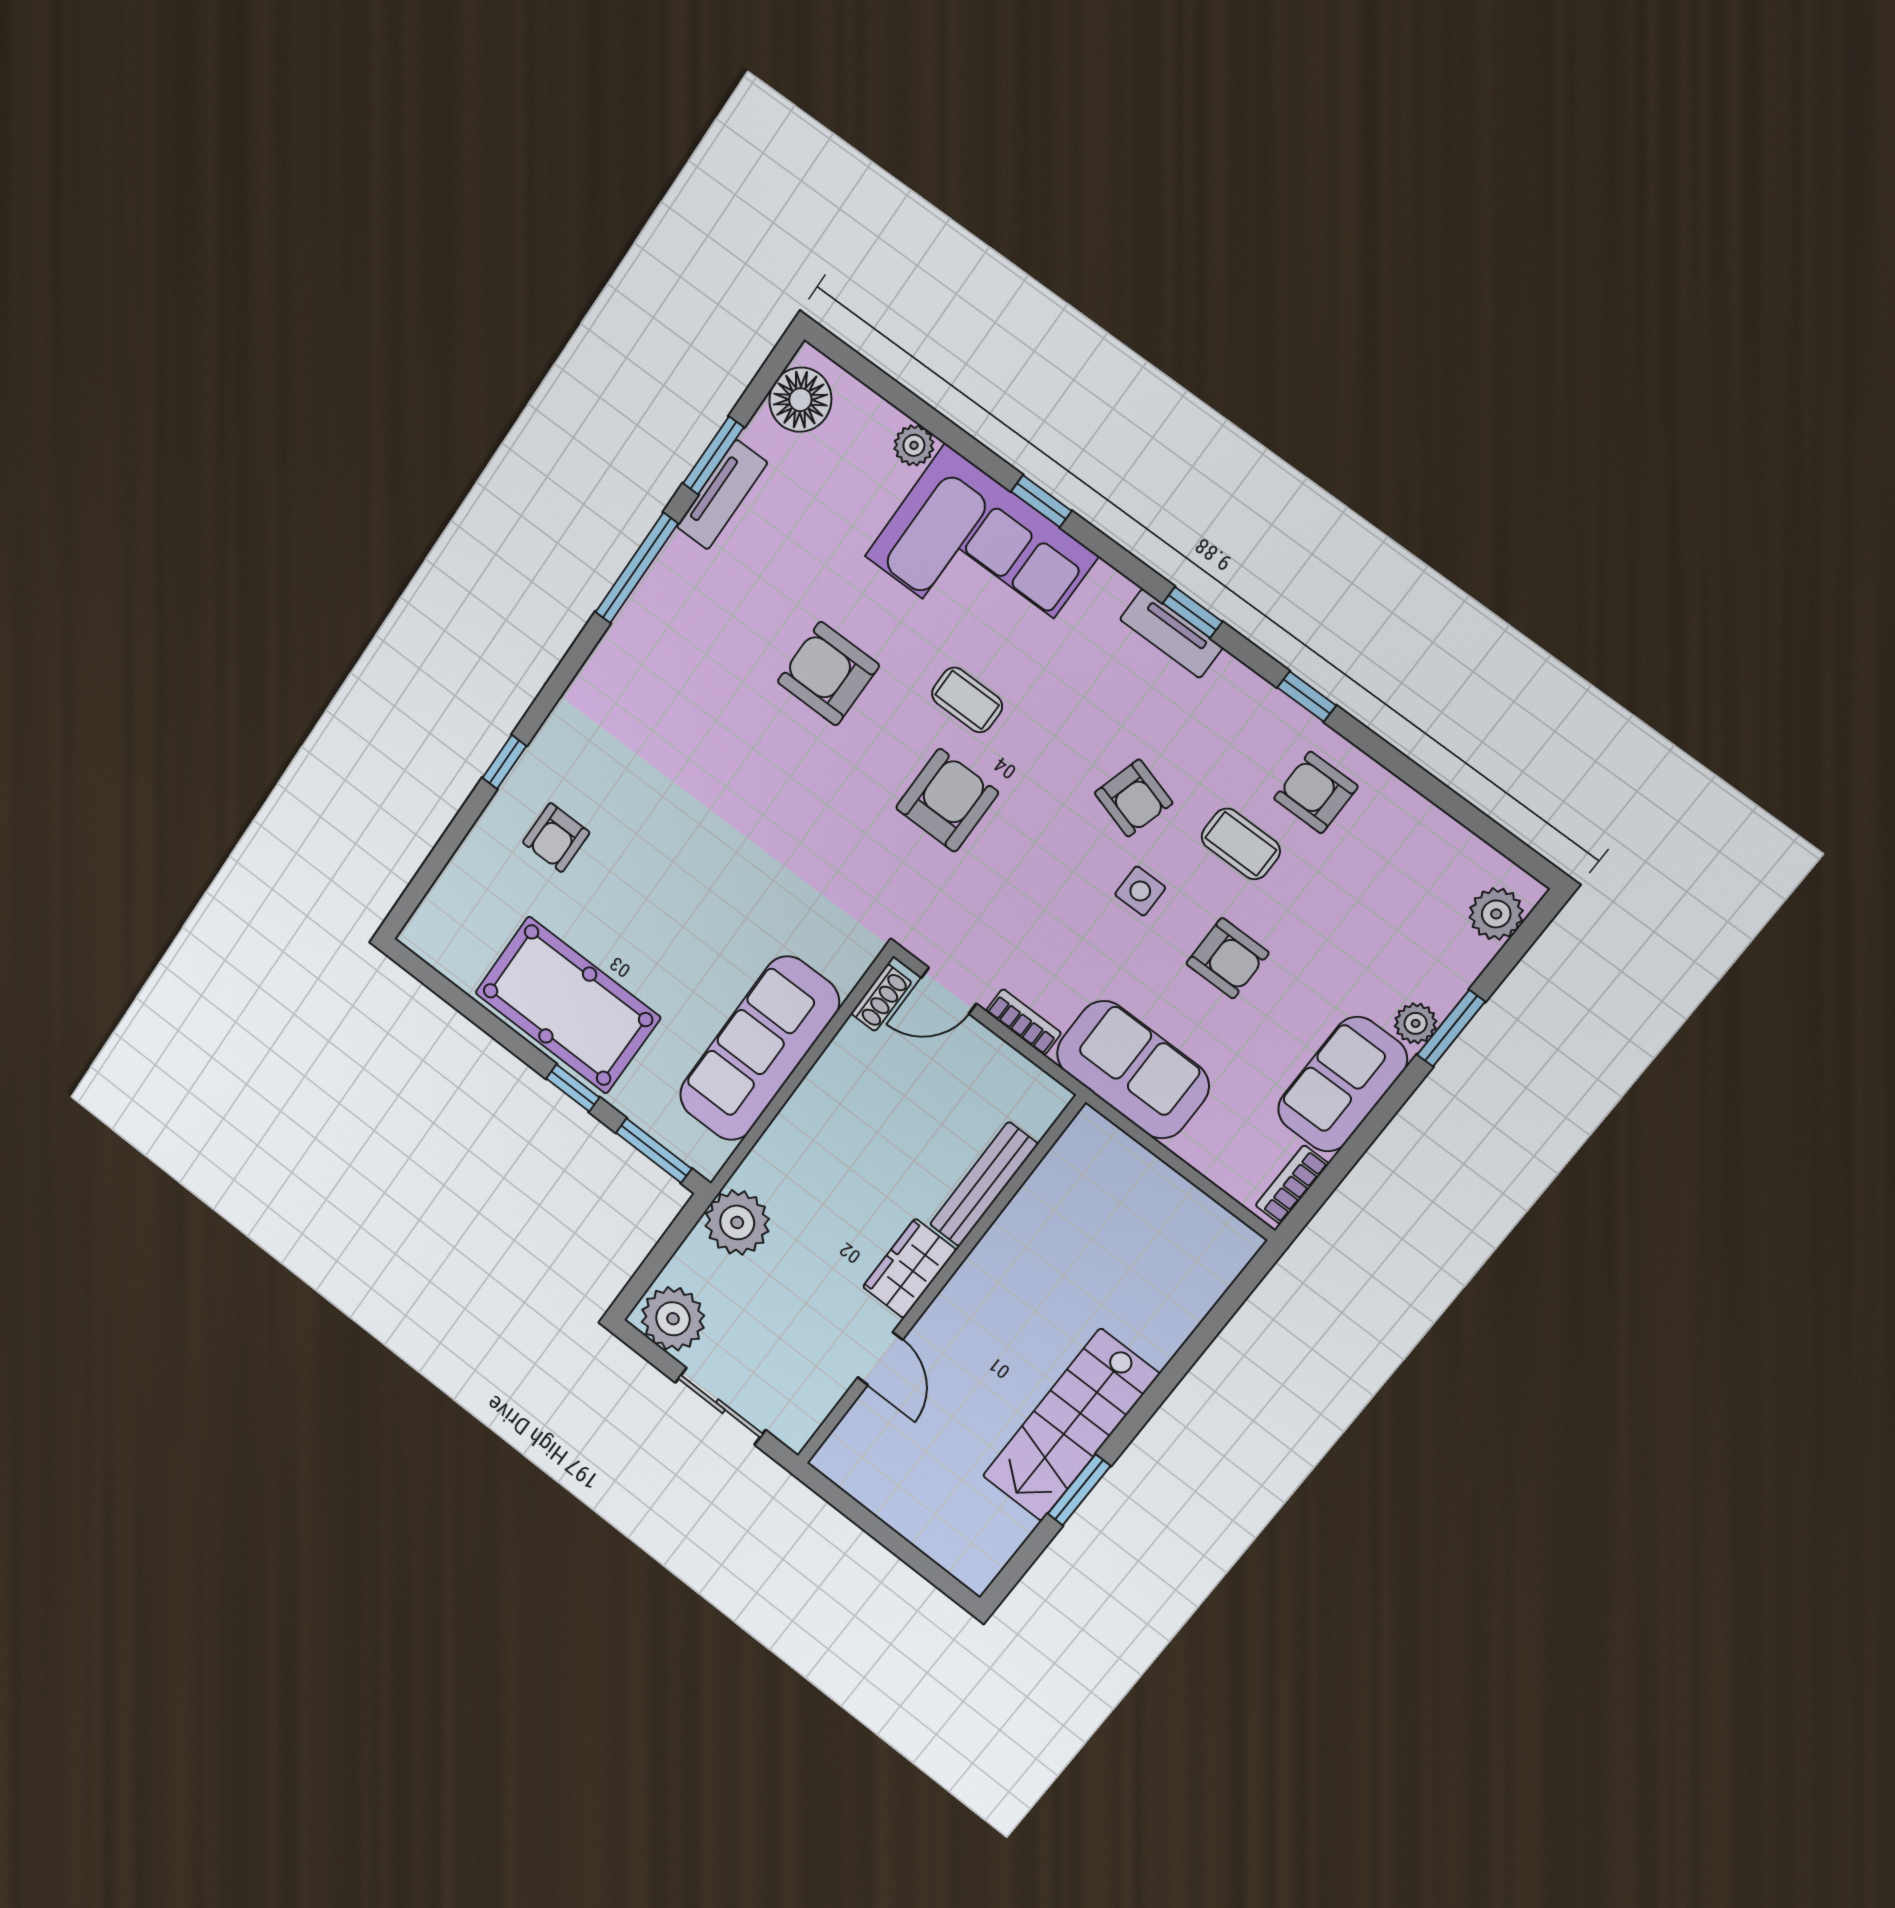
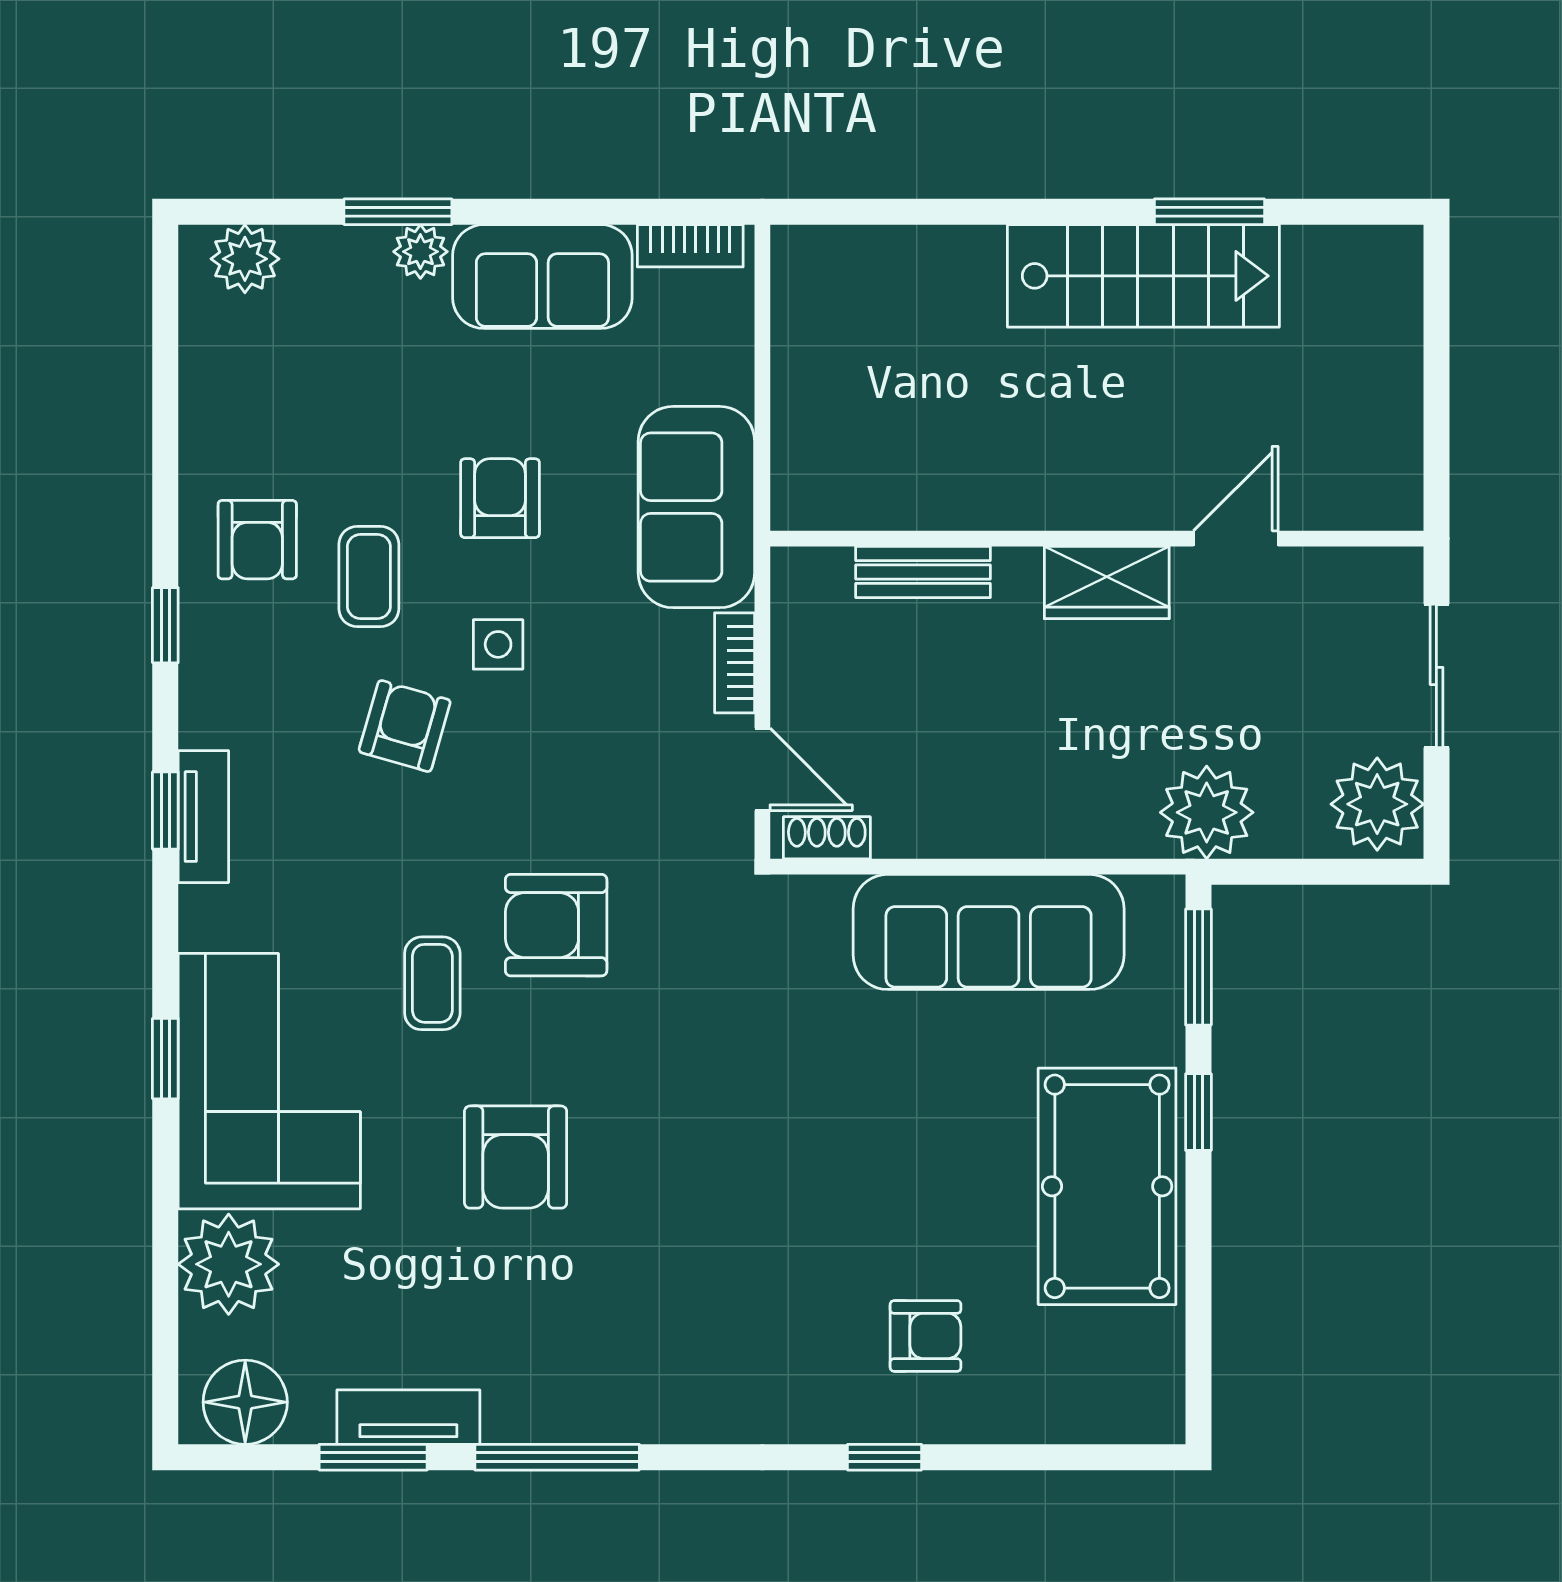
plant: (914, 445) -> (229, 1264), width x1.88, depth x1.88
bench: (984, 1184) -> (923, 572), width x0.73

